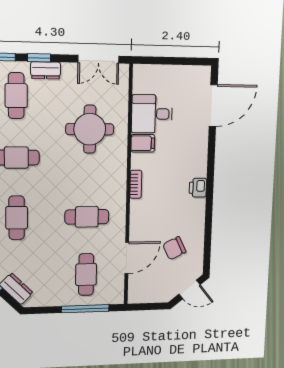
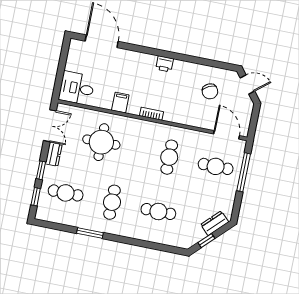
dresser: (46, 70) -> (54, 154), moved
desk: (152, 114) -> (77, 88), moved, turned 90
door: (127, 258) -> (226, 135), moved
door: (190, 289) -> (247, 84), hinge flipped

